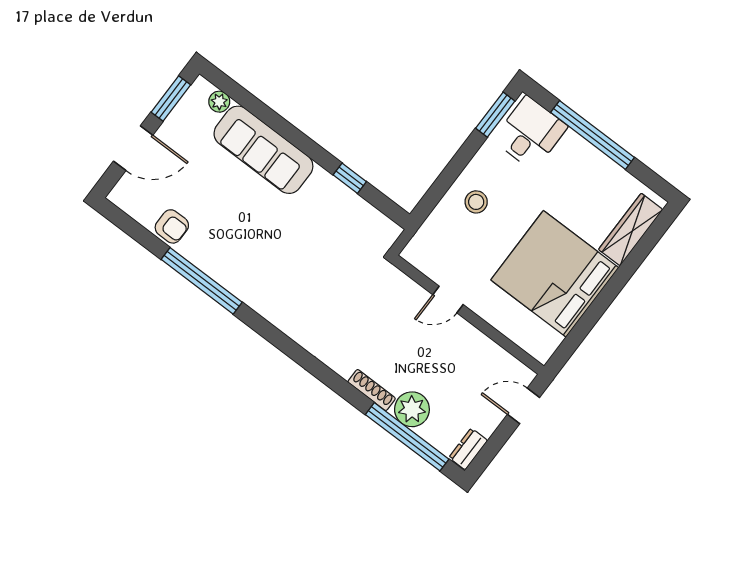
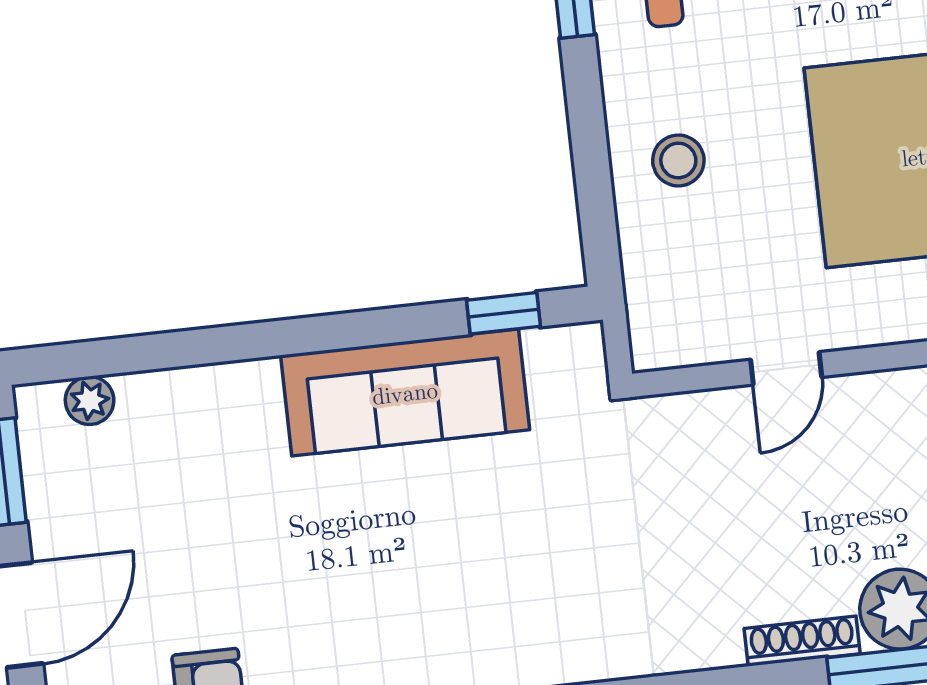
sofa: (263, 150) -> (405, 393), moved
window: (350, 178) -> (503, 313), moved

